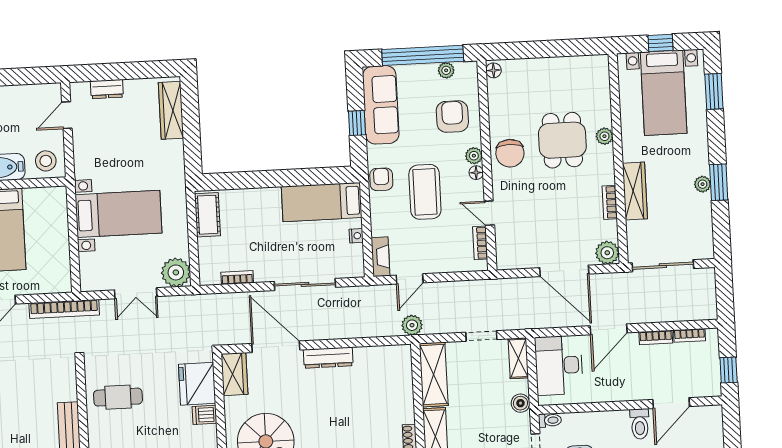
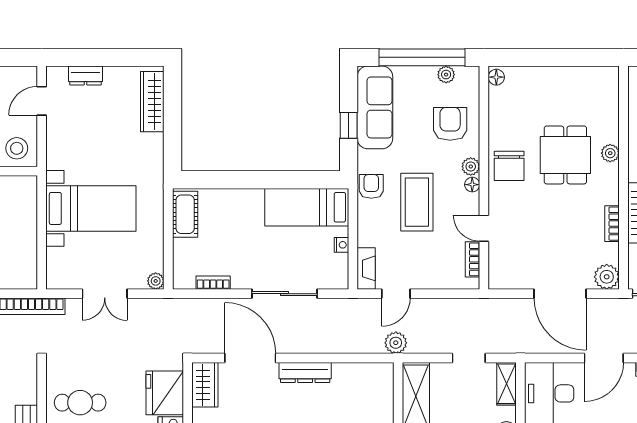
plant: (176, 272) -> (156, 281), width x0.53, depth x0.53

